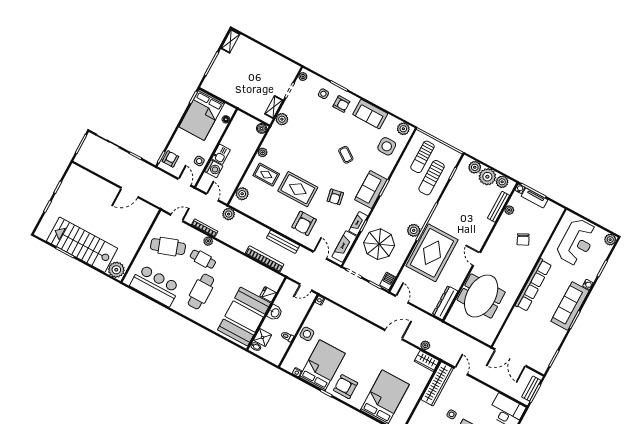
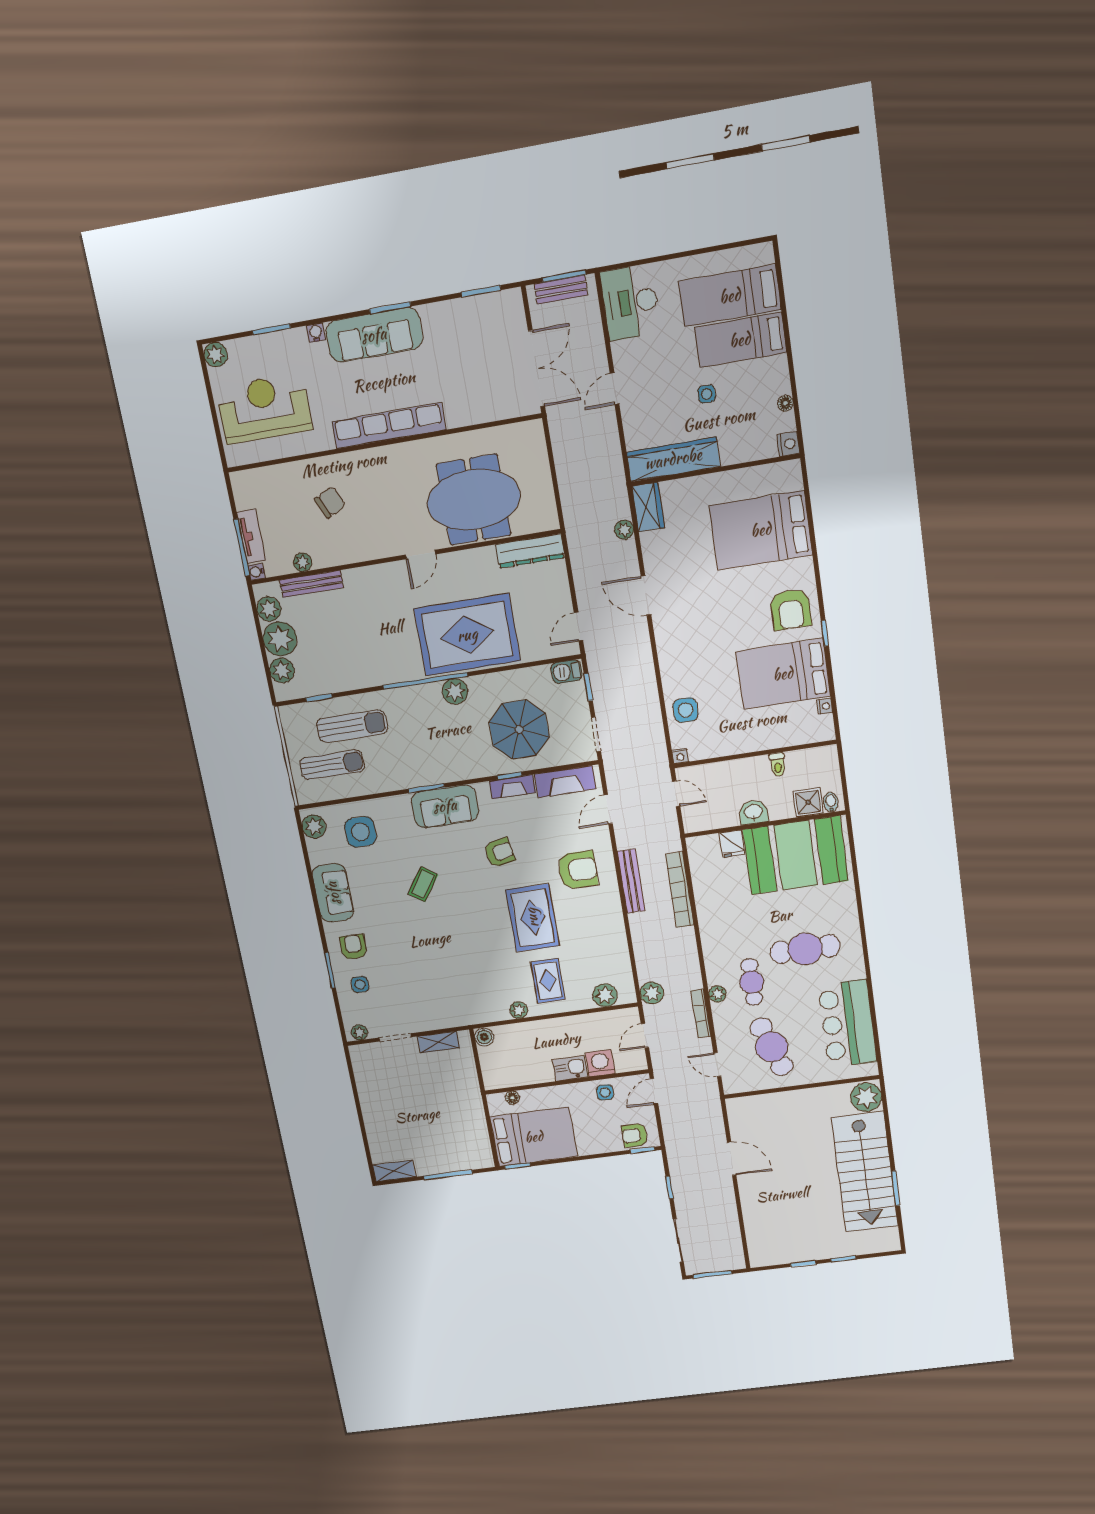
plant: (282, 119) -> (447, 1017), removed
side table: (307, 334) -> (686, 710), moved
door: (461, 371) -> (615, 389), moved

